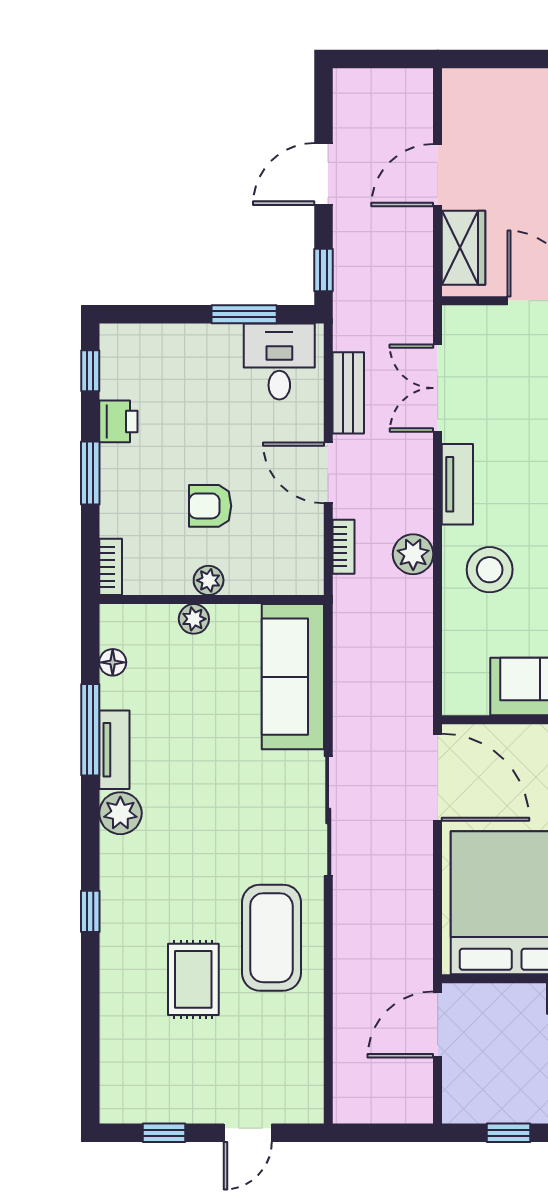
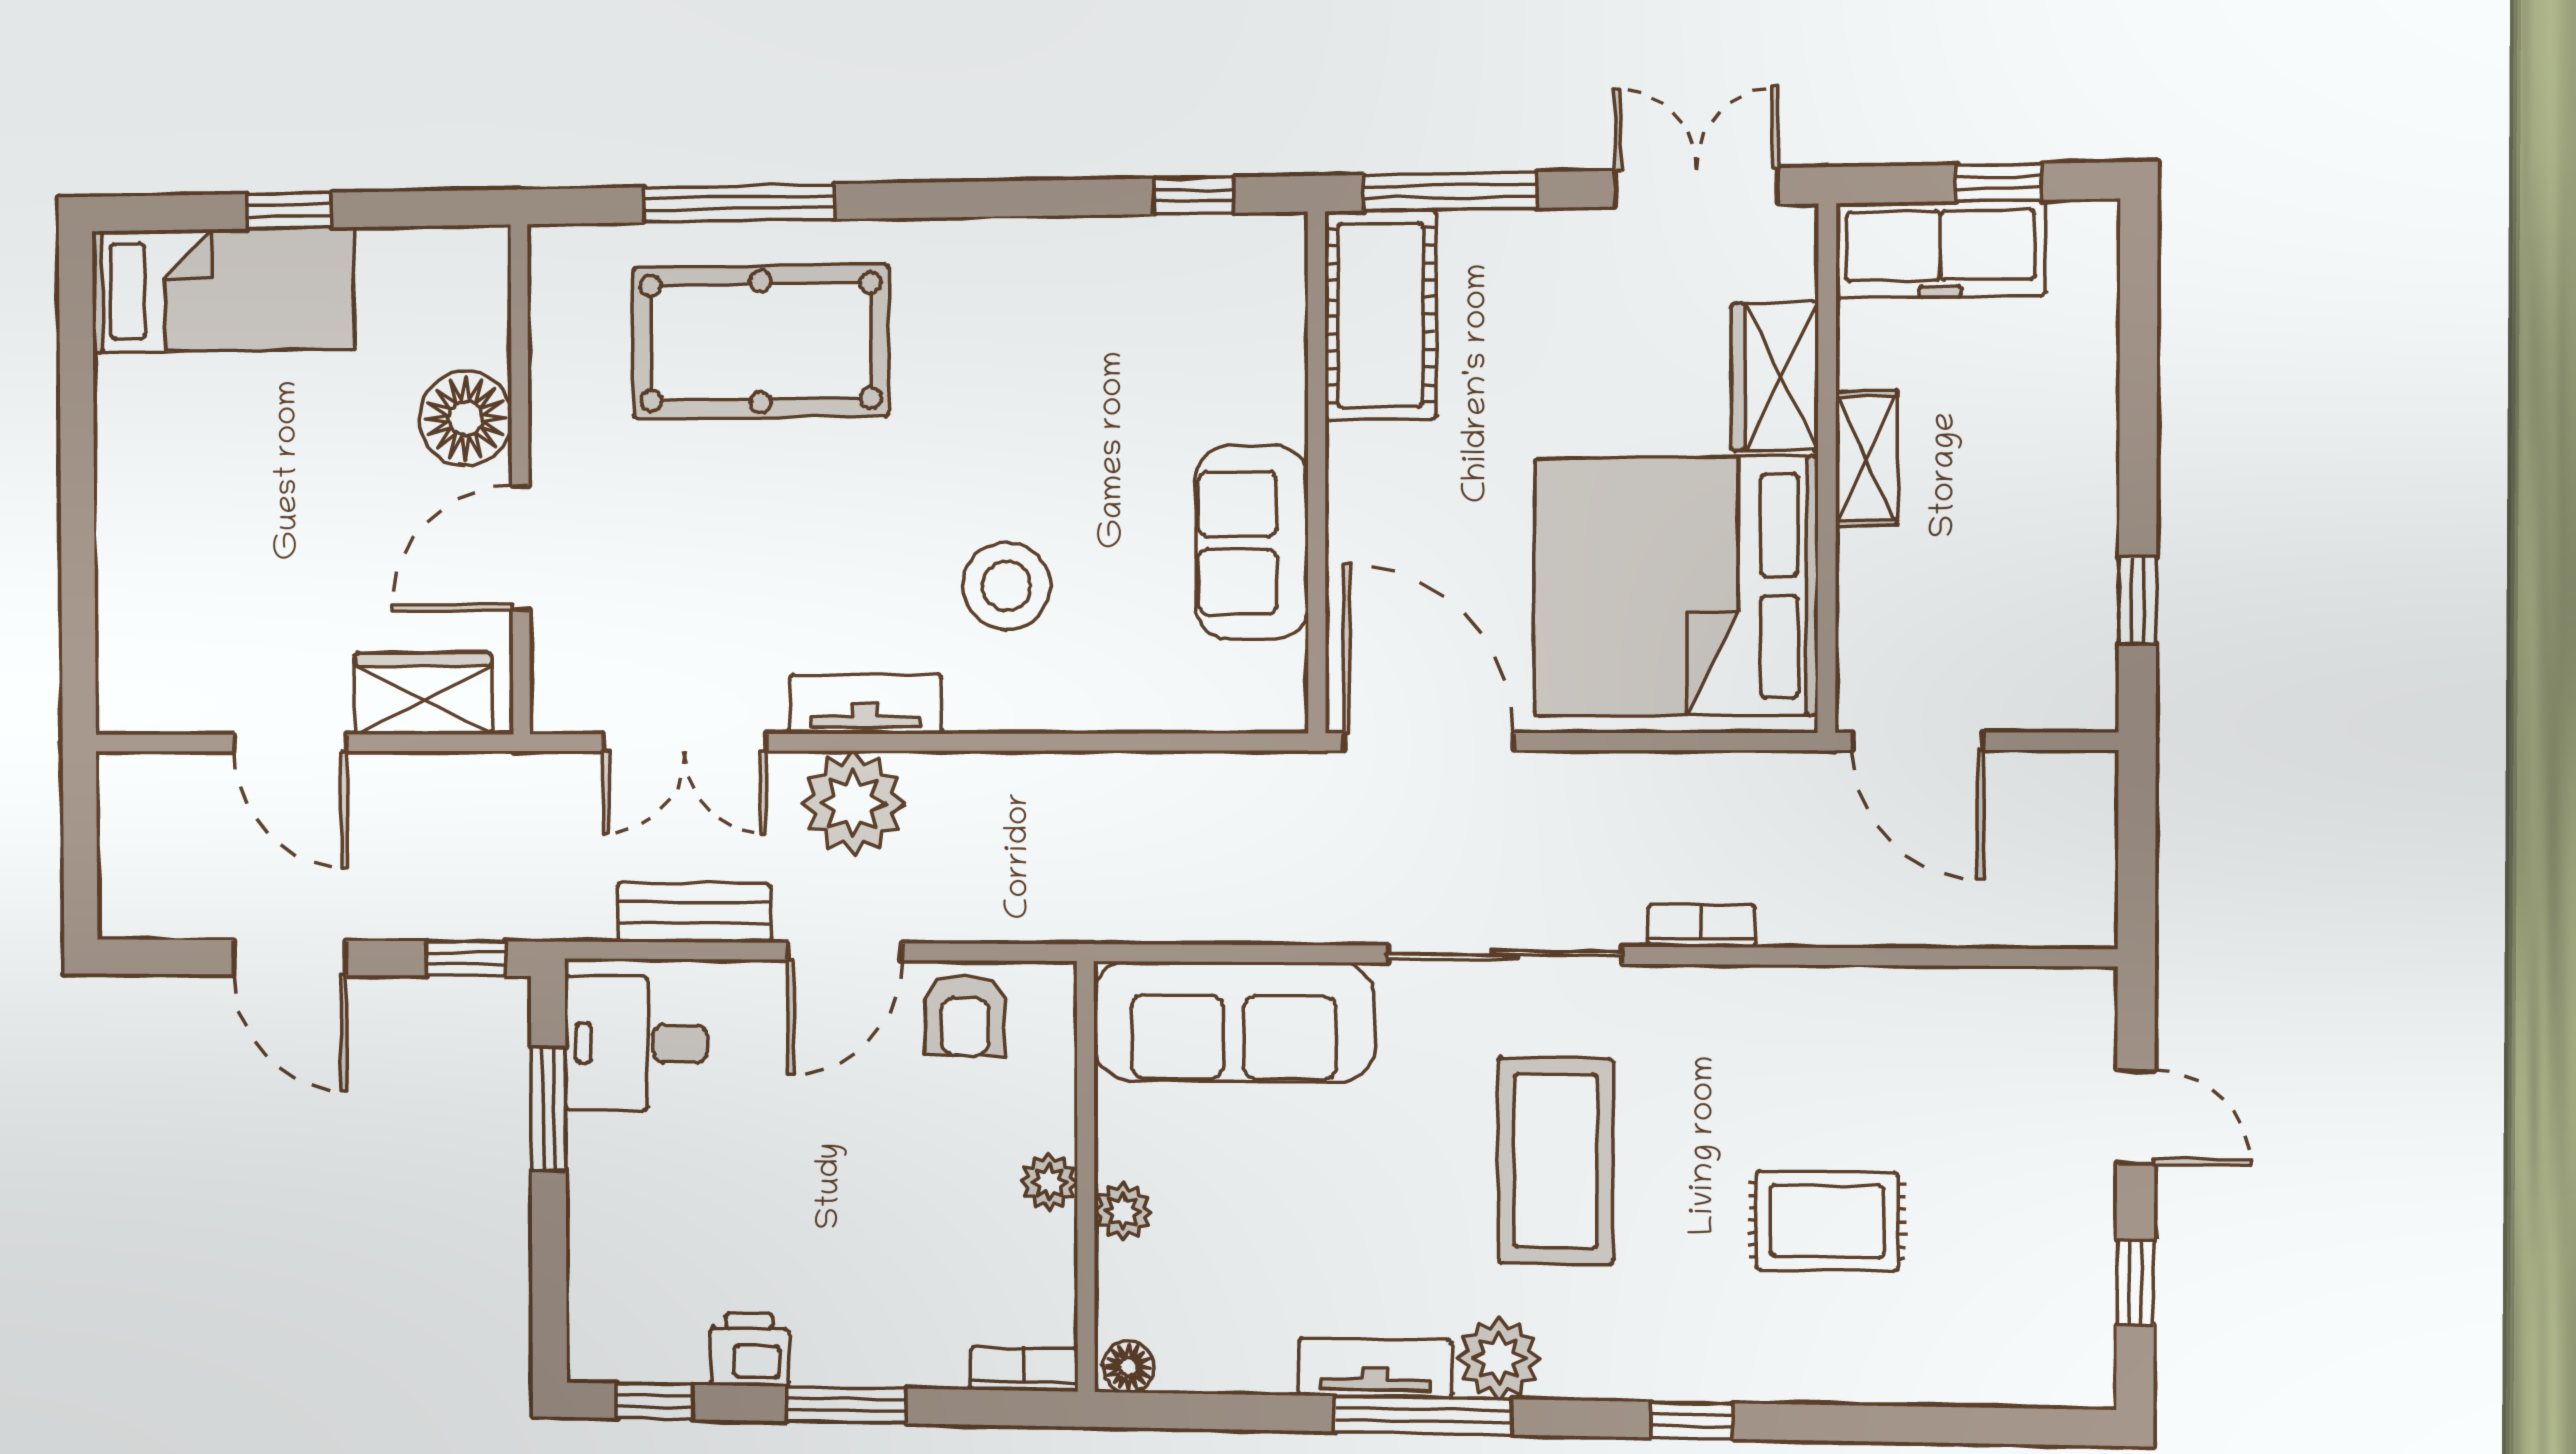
armchair: (210, 506) -> (965, 1015), moved
bookcase: (343, 547) -> (1702, 926), moved
plant: (413, 554) -> (853, 803), moved, width x1.36, depth x1.36
stool: (490, 570) -> (1006, 586), moved
floor lamp: (113, 662) -> (1128, 1367), moved
window: (90, 730) -> (1423, 1415), moved
door: (438, 777) -> (1428, 742), hinge flipped
coffee table: (271, 938) -> (1556, 1161), moved, turned 90

